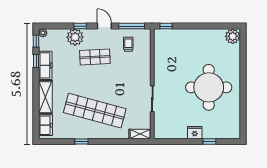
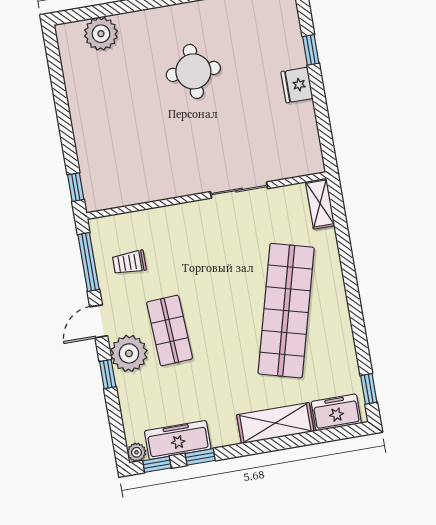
plant: (233, 36) -> (101, 34), moved
plant: (75, 37) -> (129, 353), moved
freezer: (45, 65) -> (178, 440), moved
round table: (209, 87) -> (193, 71), width x0.54, depth x0.54
window: (81, 142) -> (369, 389), moved

